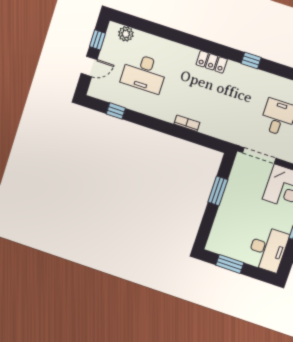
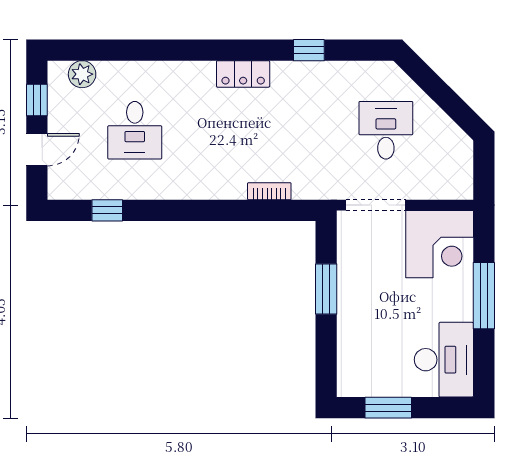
desk: (144, 73) -> (135, 130), width x0.73
bookcase: (187, 123) -> (269, 191), moved

